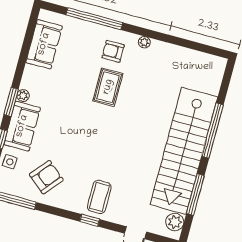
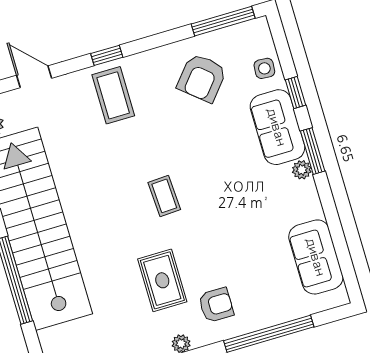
rug: (108, 87) -> (162, 280), moved
coffee table: (105, 126) -> (164, 196), added

